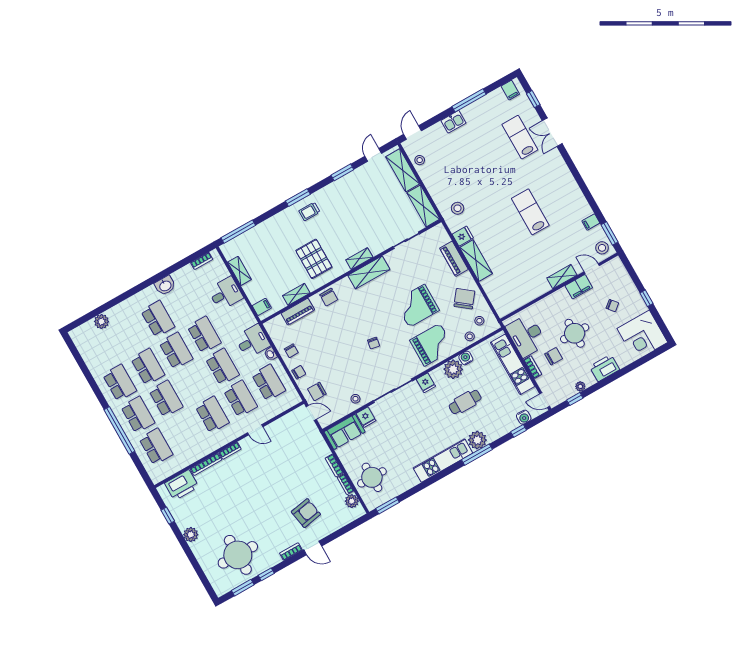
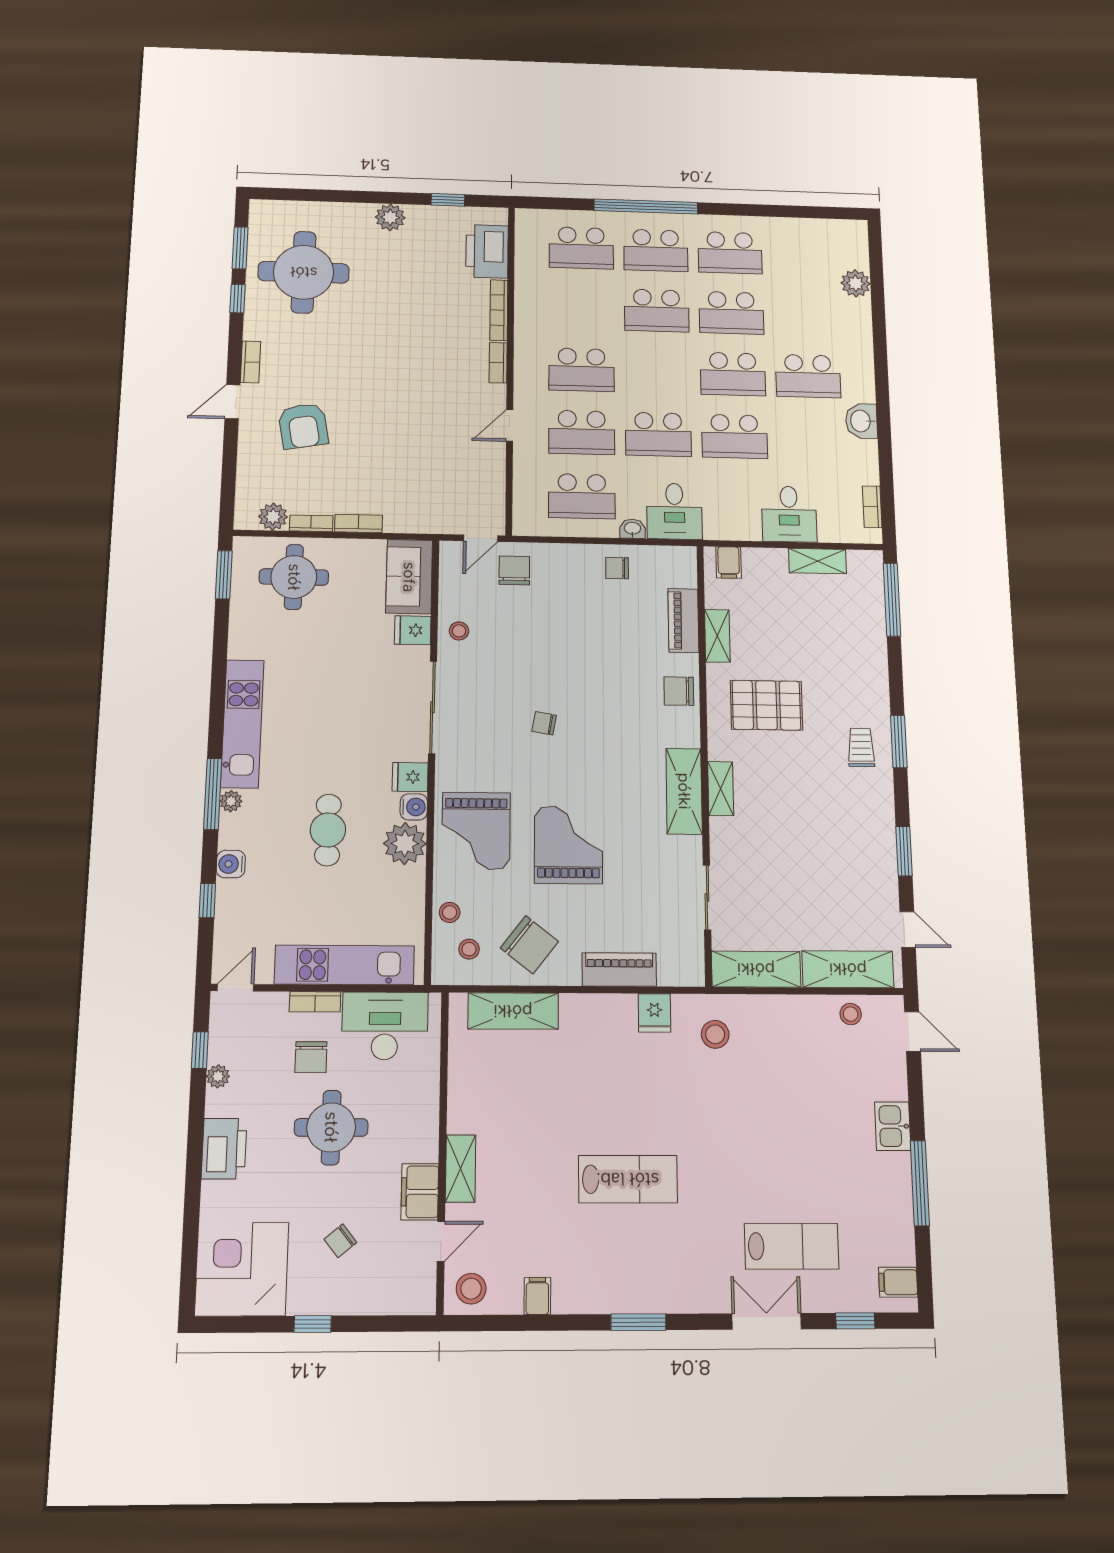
window: (610, 233) -> (638, 1322), moved
shelving: (476, 260) -> (513, 1011), moved
water cooler: (466, 358) -> (414, 807), moved
chair: (299, 372) -> (570, 559), removed
water cooler: (524, 417) -> (231, 864), moved
plant: (477, 440) -> (231, 801), width x0.53, depth x0.53

